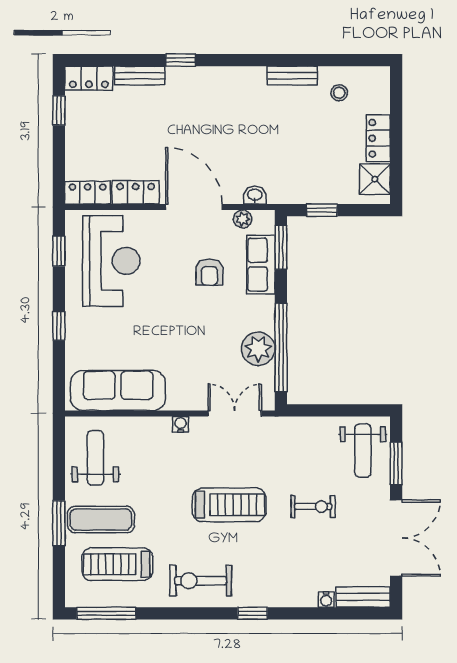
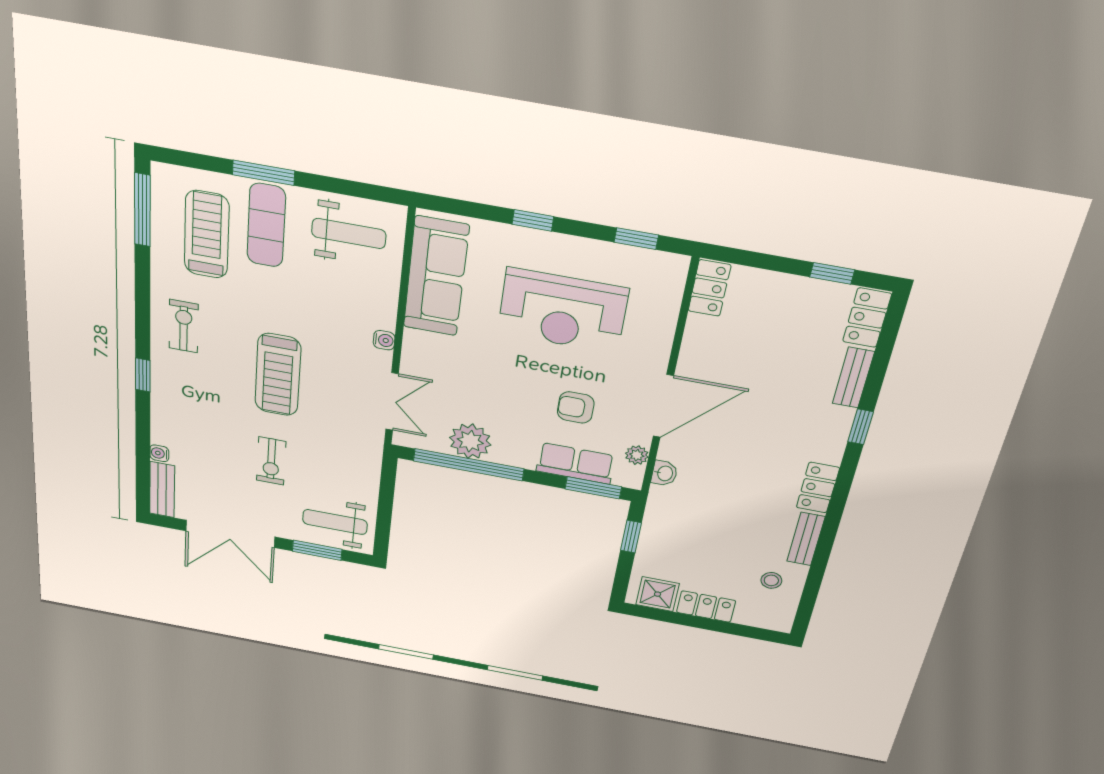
locker: (136, 192) -> (818, 488), moved, turned 180
reception desk: (111, 261) -> (563, 311), moved
exercise bike: (201, 581) -> (184, 326), width x0.73, depth x0.72

